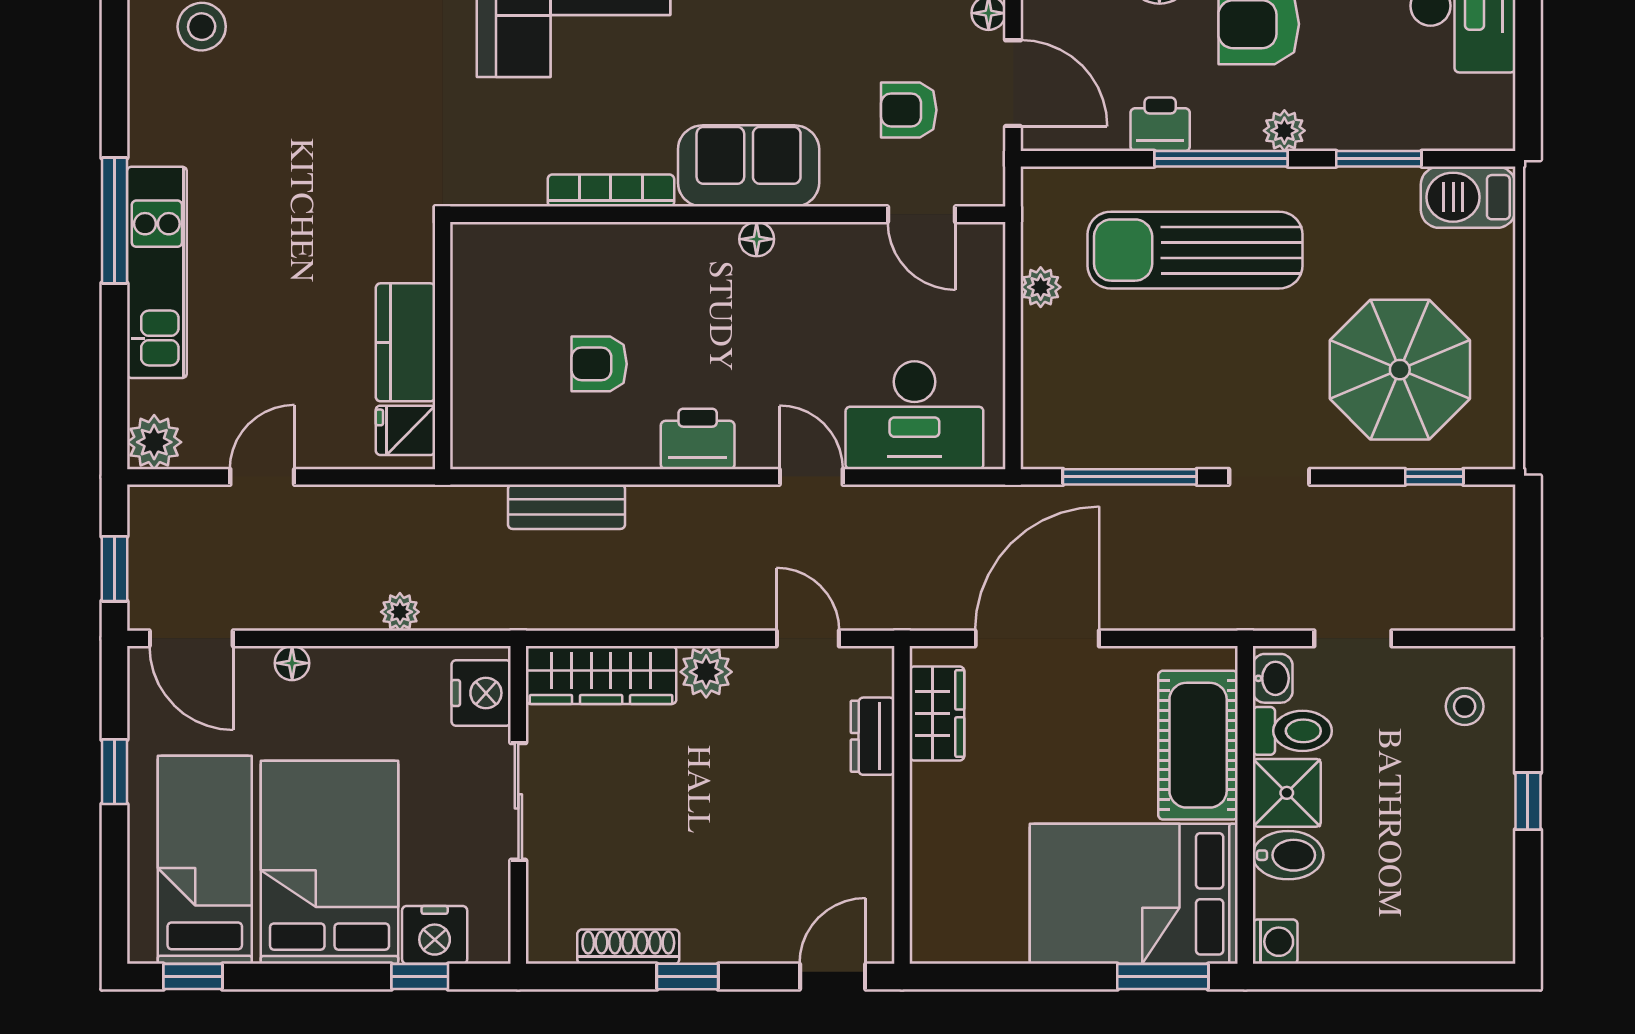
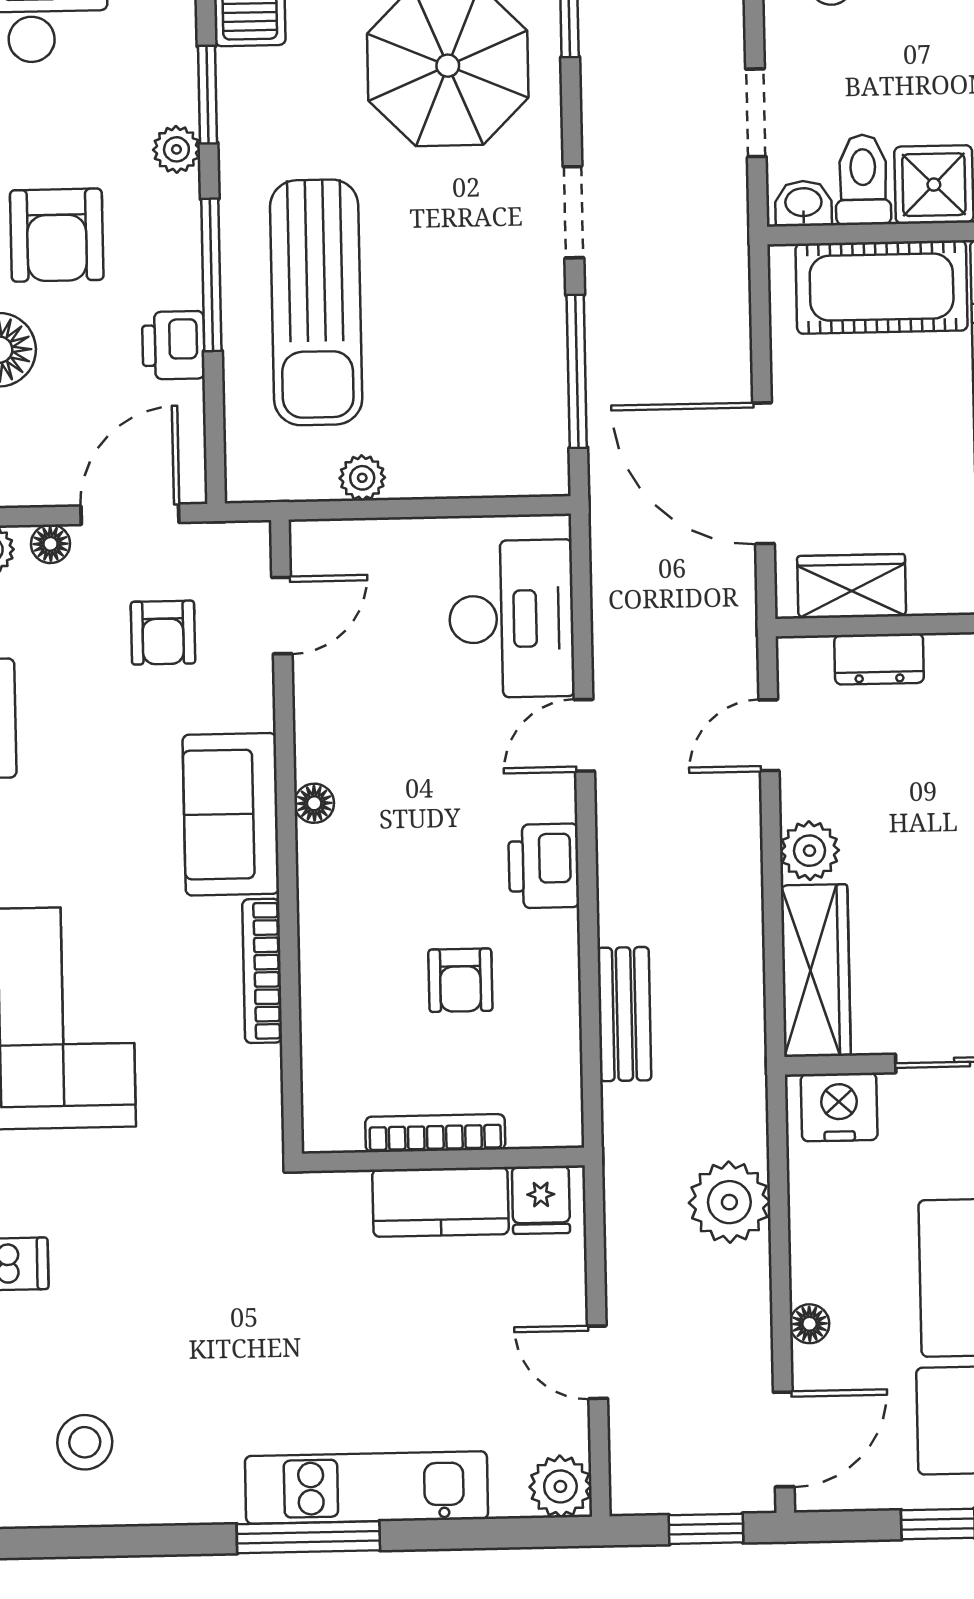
plant: (1284, 131) -> (176, 149), moved
bookcase: (466, 339) -> (435, 1133), added
plant: (400, 612) -> (729, 1202), width x1.88, depth x1.88

